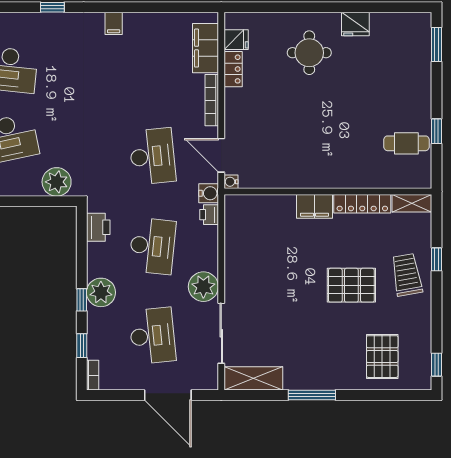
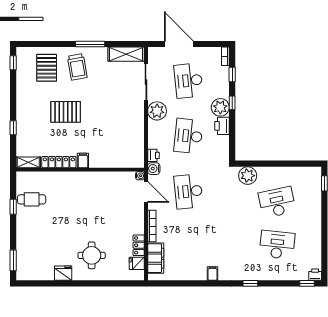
filing cabinet: (314, 206) -> (83, 161), width x0.50
printer: (98, 227) -> (222, 126), moved
trolley: (407, 275) -> (77, 67), moved

